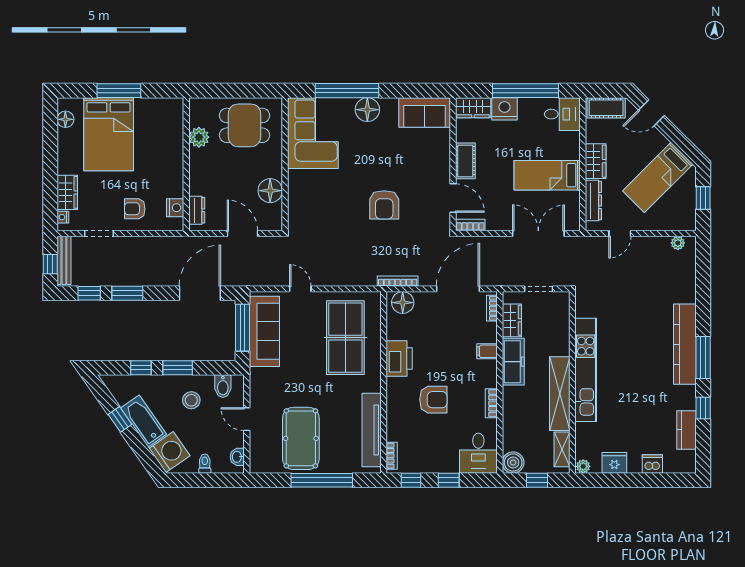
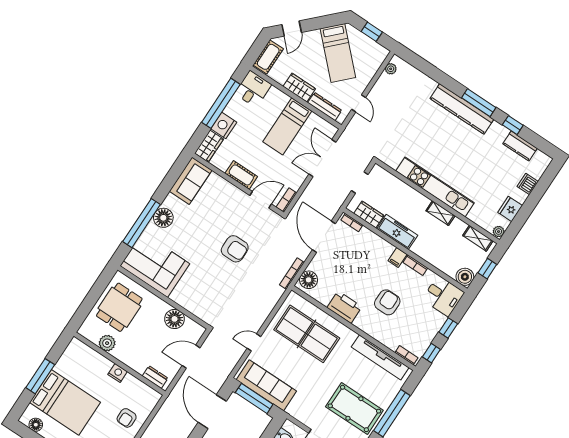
nightstand: (175, 208) -> (118, 373), moved
filing cabinet: (487, 351) -> (398, 257), moved
shelving: (560, 394) -> (440, 213), width x0.45, depth x0.75

